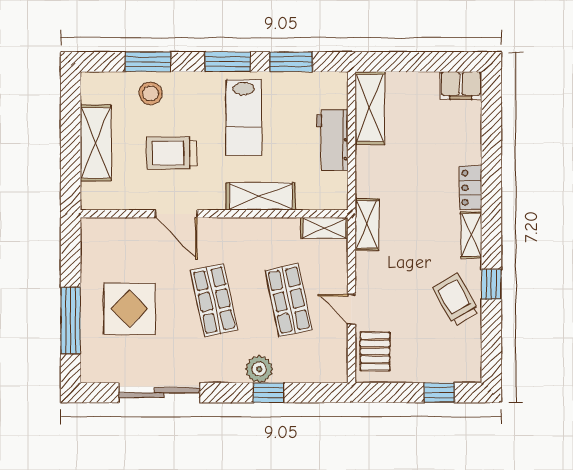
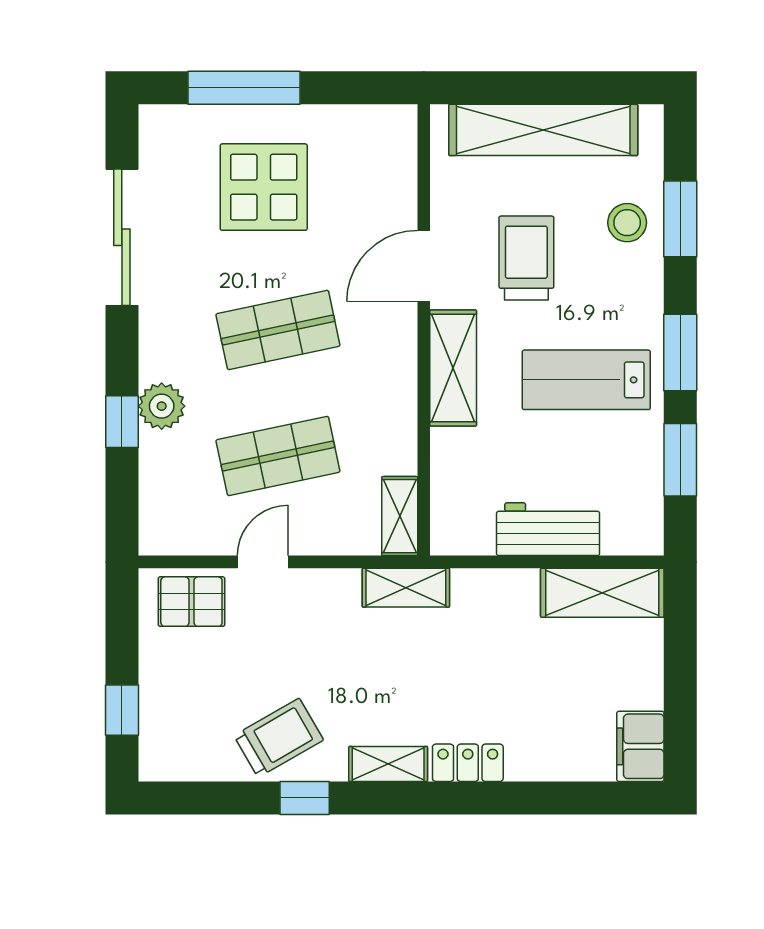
shelving: (96, 143) -> (543, 130), width x1.47
shelving: (261, 196) -> (453, 368), moved

